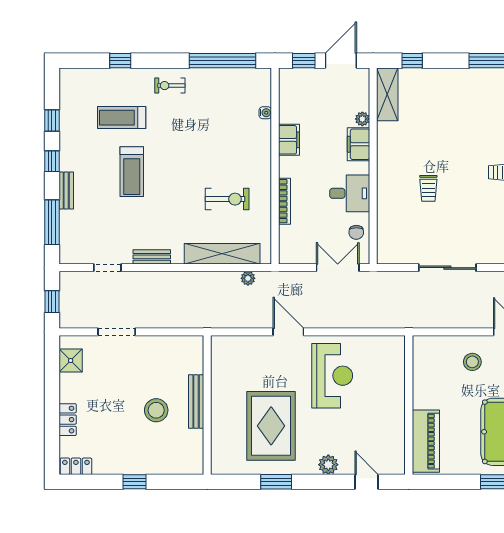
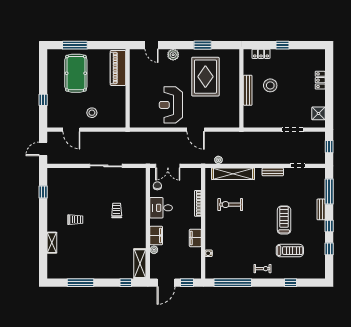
locker: (76, 466) -> (261, 54), moved

